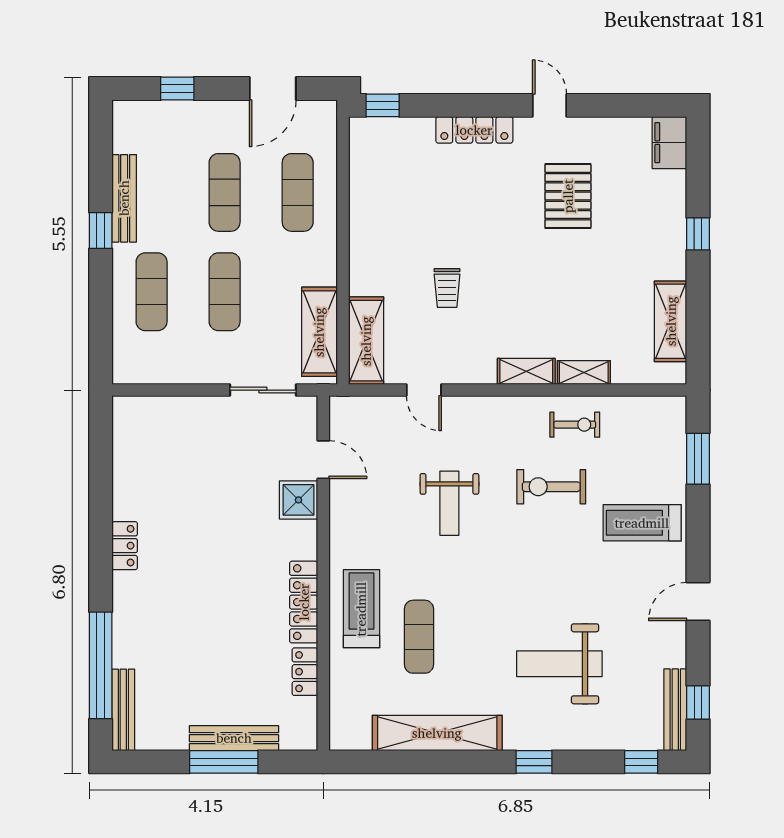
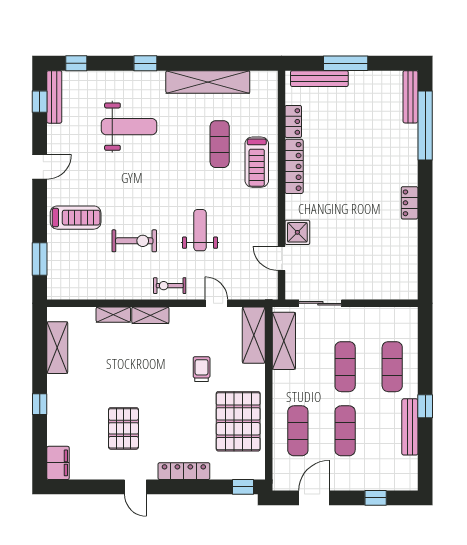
pallet: (390, 207) -> (238, 421), added
exercise bike: (575, 425) -> (170, 286), moved
bench: (234, 738) -> (319, 79), moved

